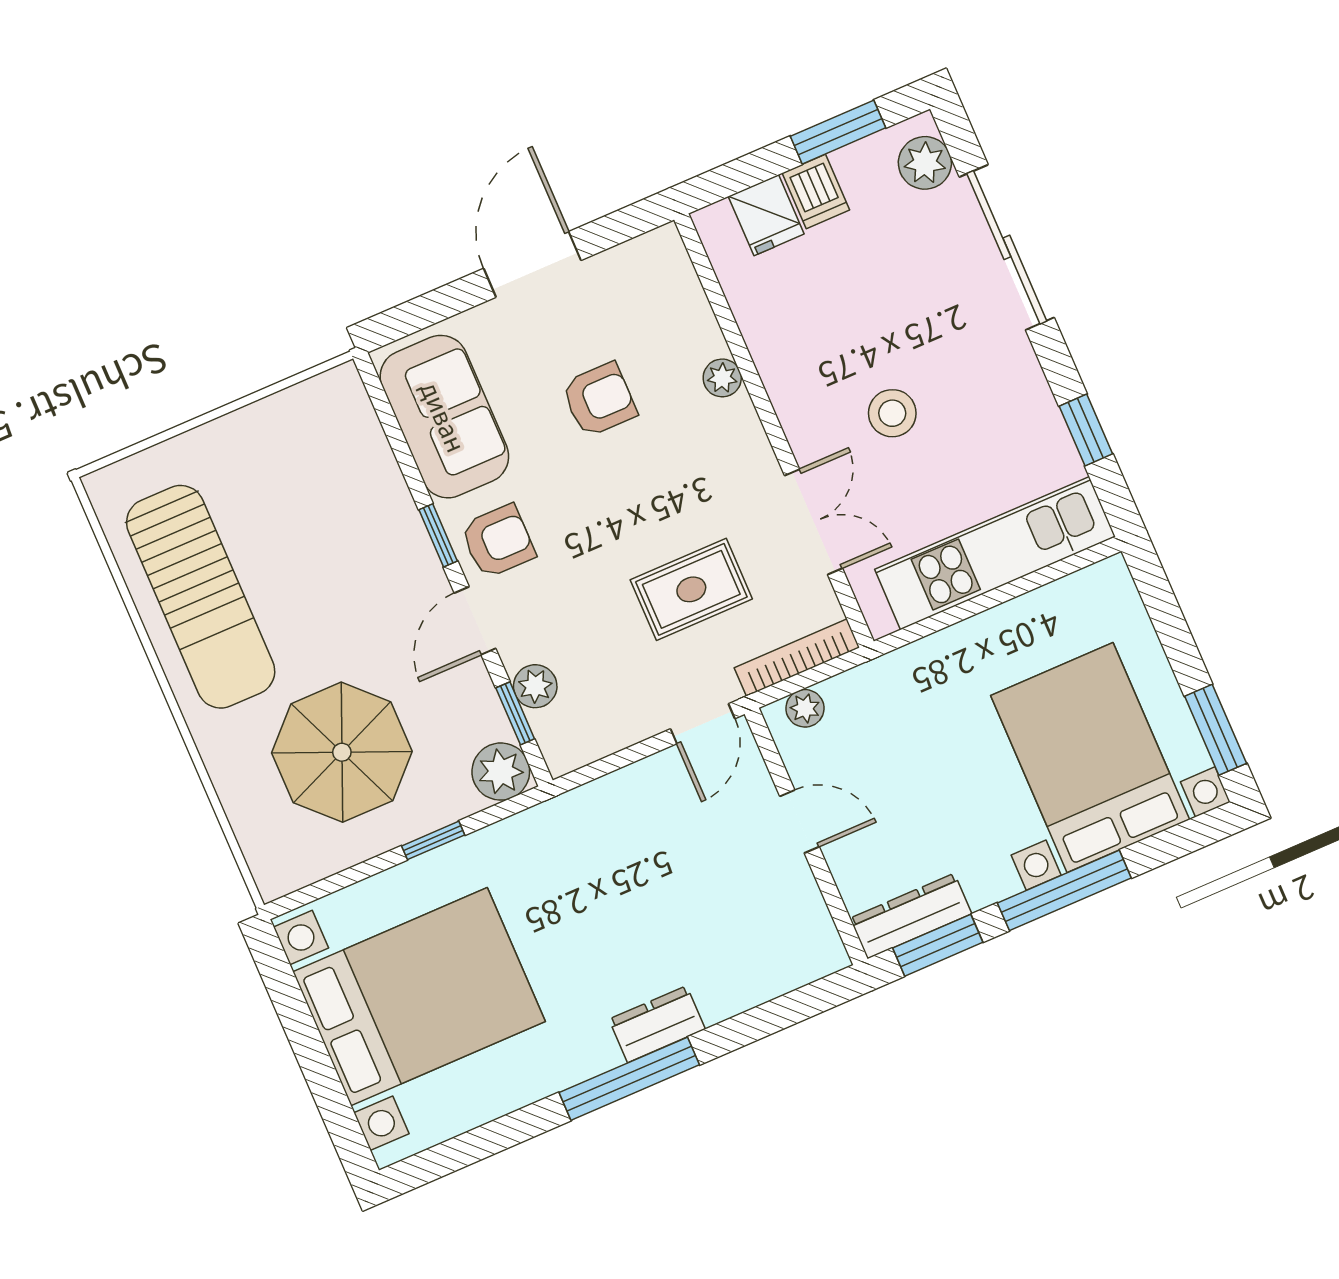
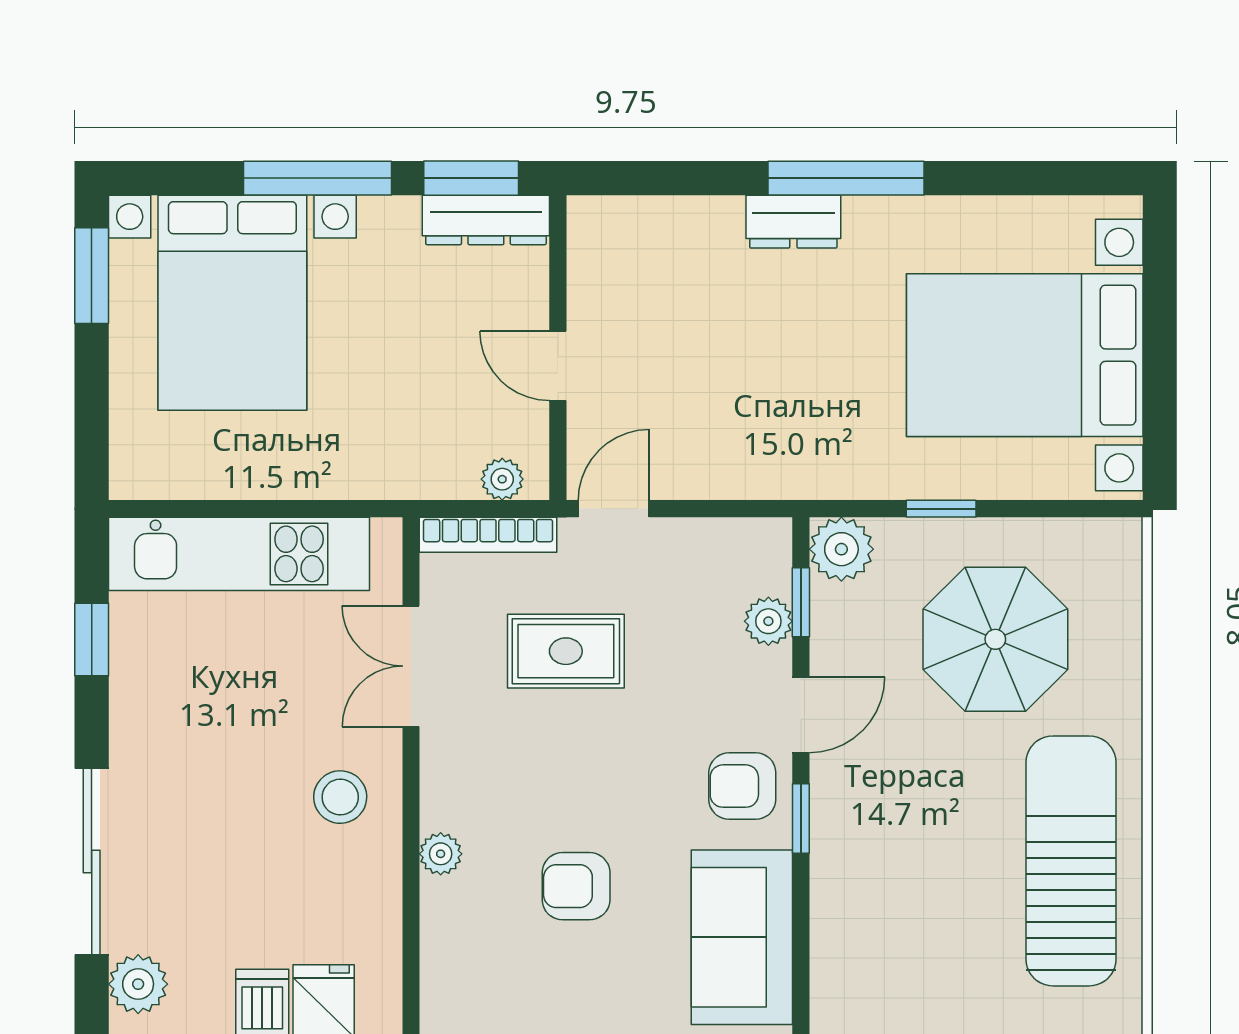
stool: (892, 413) -> (340, 797), moved

